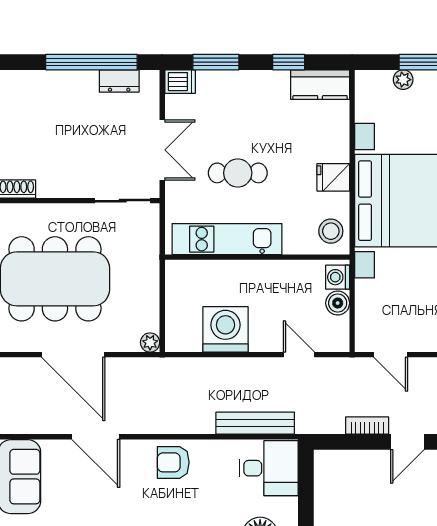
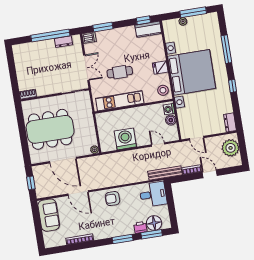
window: (289, 62) -> (143, 20), moved
bench: (255, 423) -> (165, 173), moved
door: (407, 442) -> (210, 174), swing flipped

